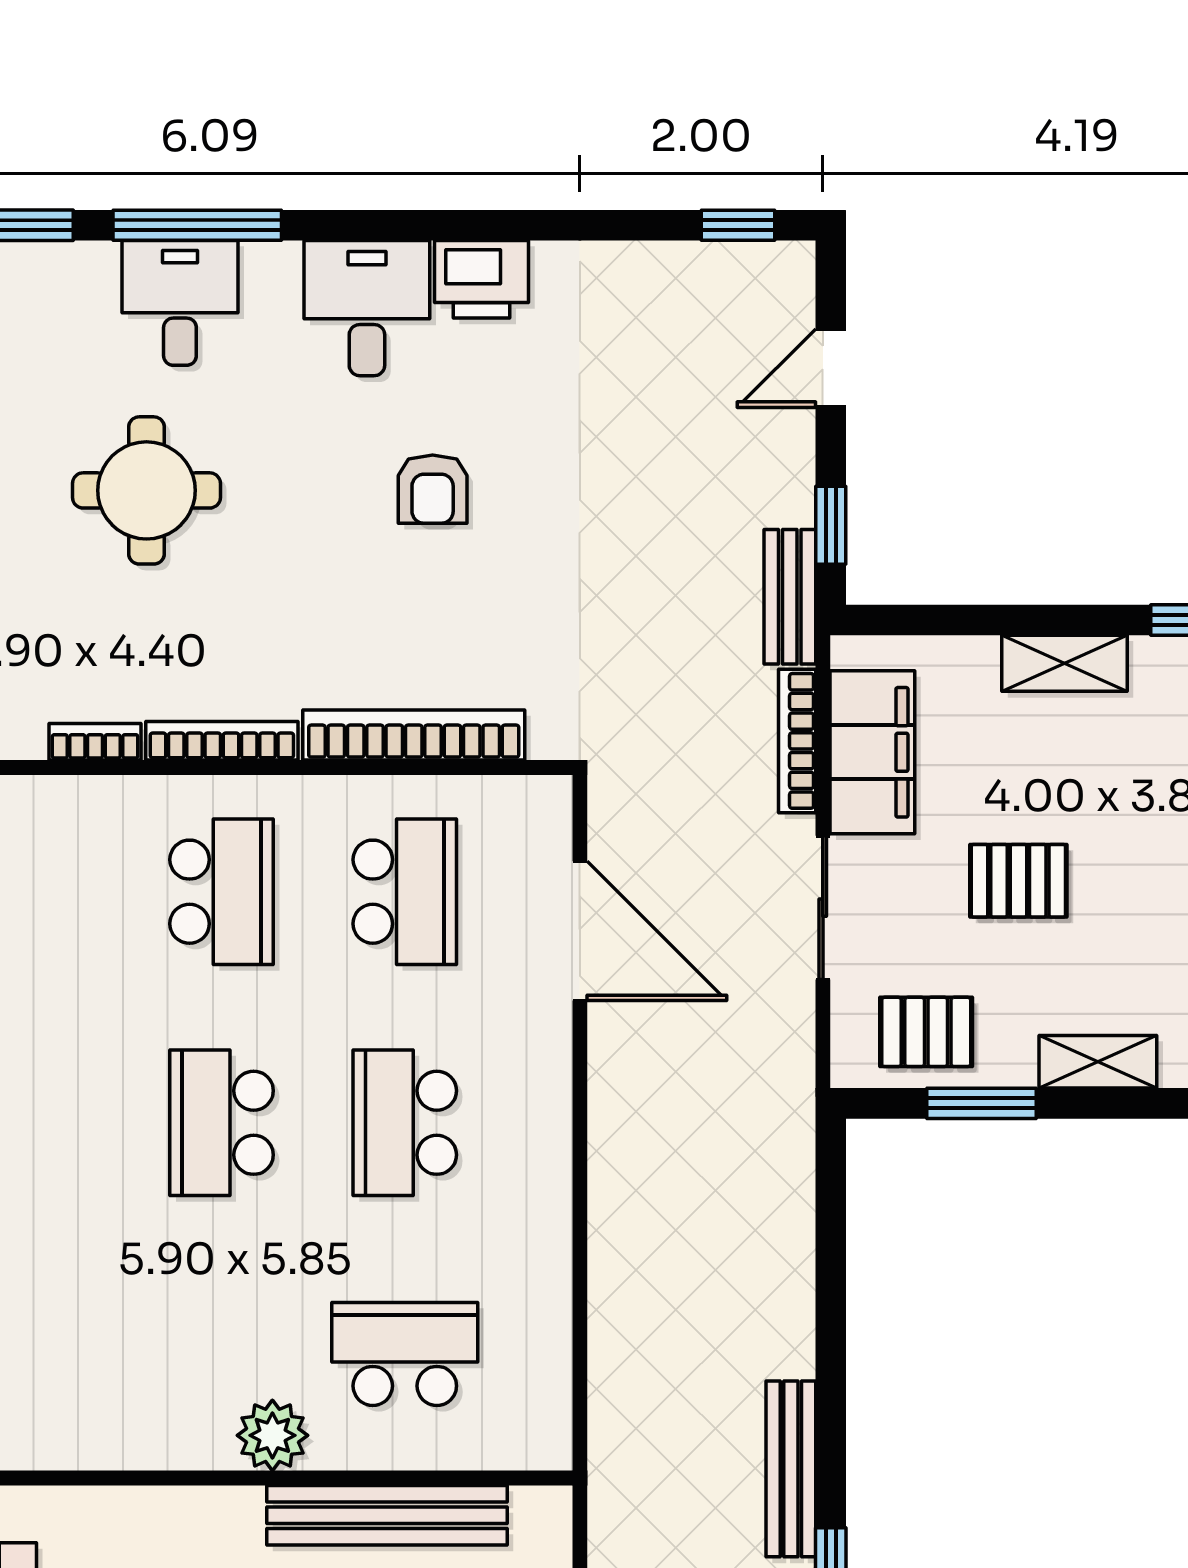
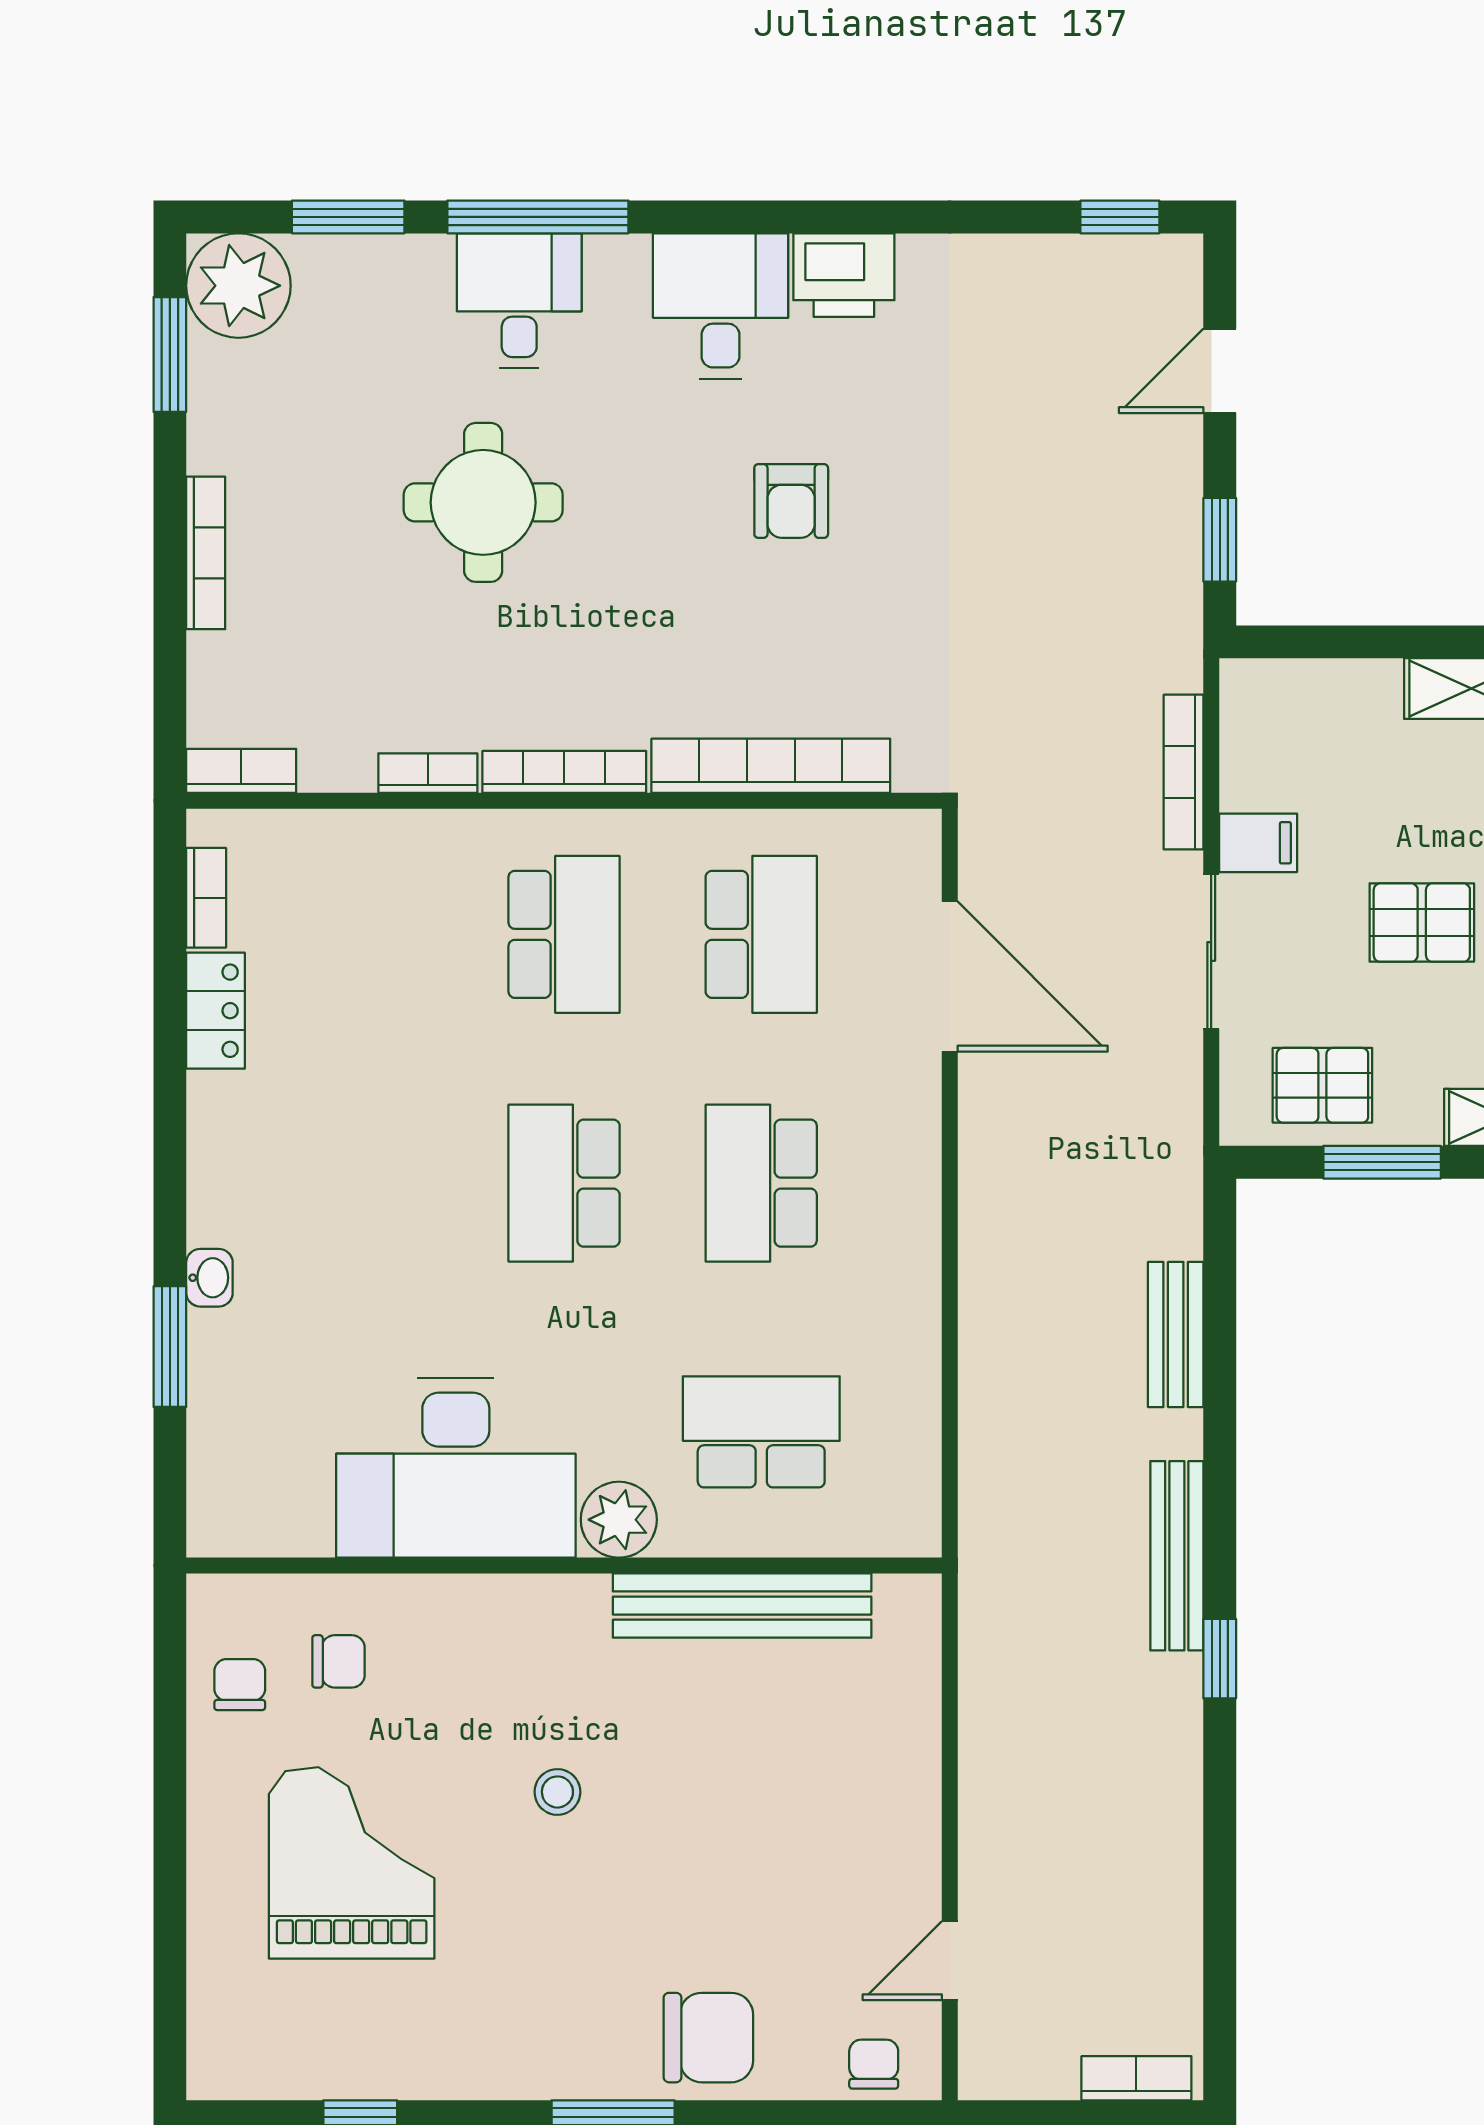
bench: (790, 597) -> (1176, 1334), moved
filing cabinet: (872, 752) -> (1258, 843), width x0.33, depth x0.86
desk: (121, 1387) -> (456, 1468), added

